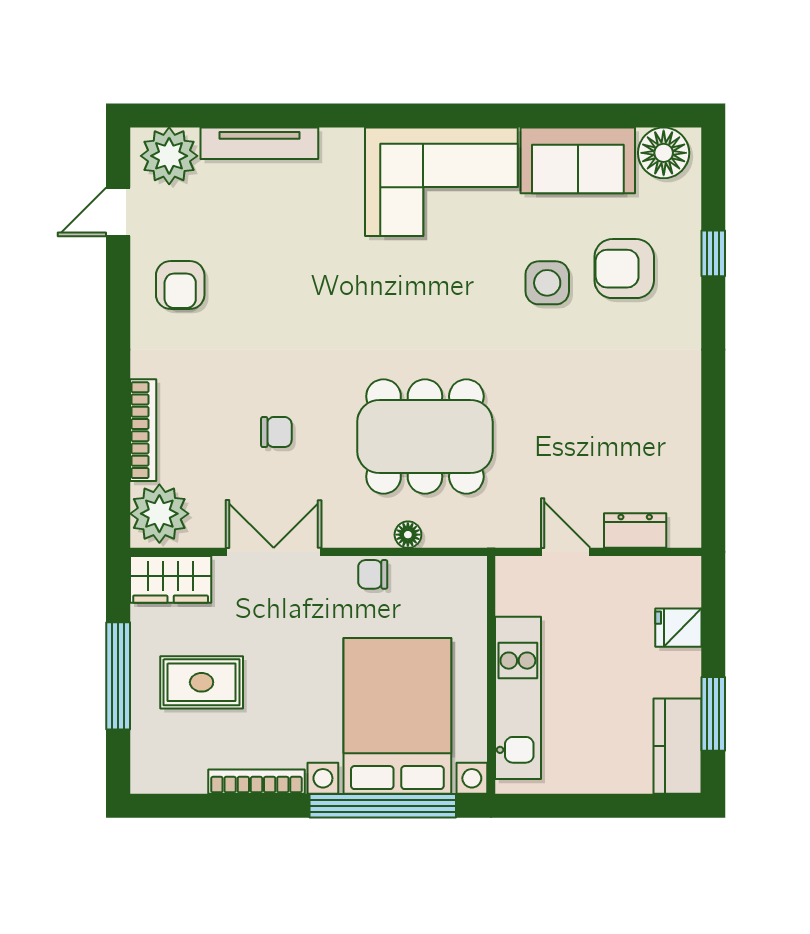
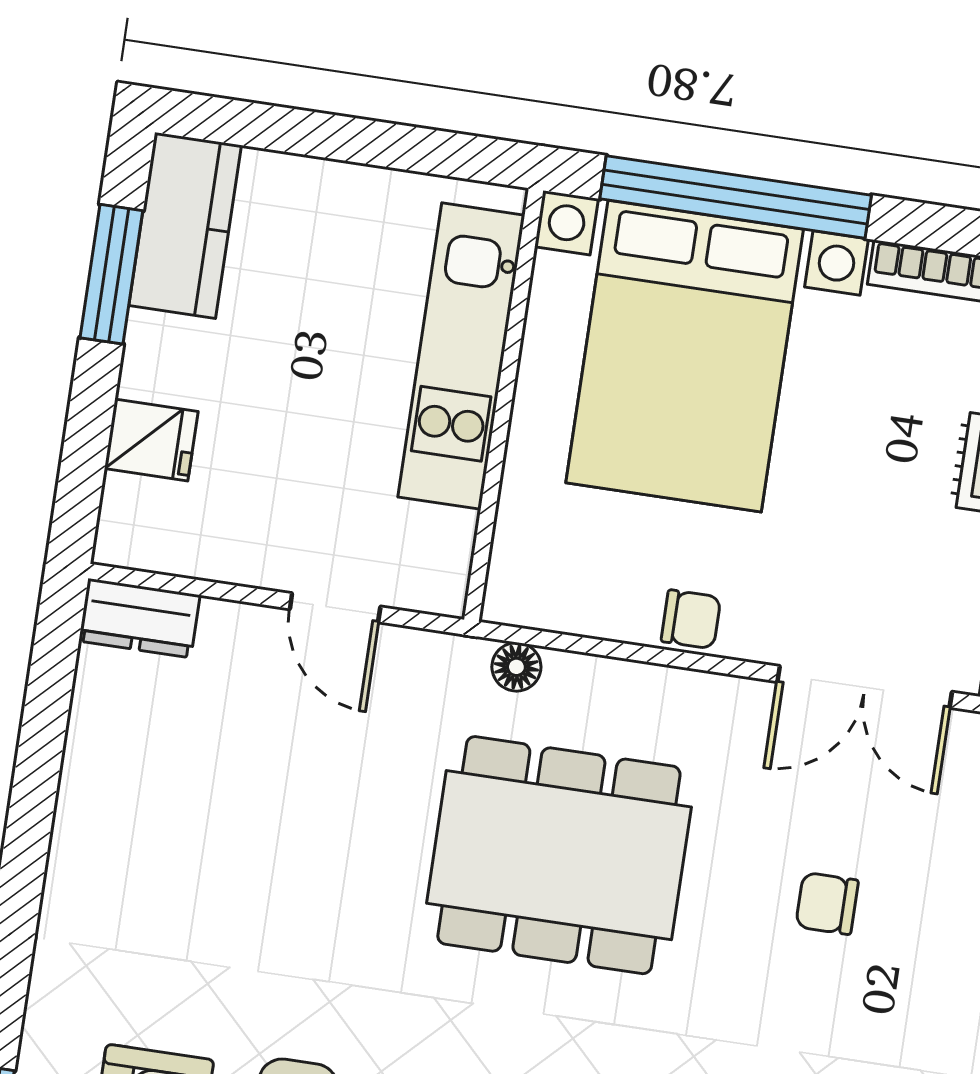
dresser: (635, 531) -> (139, 618), moved
floor lamp: (408, 535) -> (516, 667), moved

